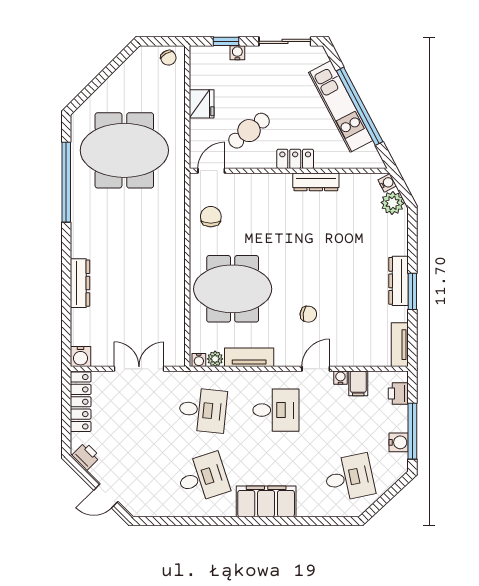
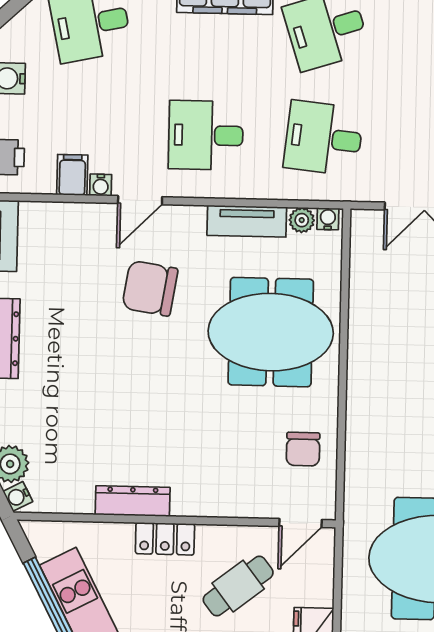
chair: (308, 314) -> (150, 288), width x1.87, depth x1.87

